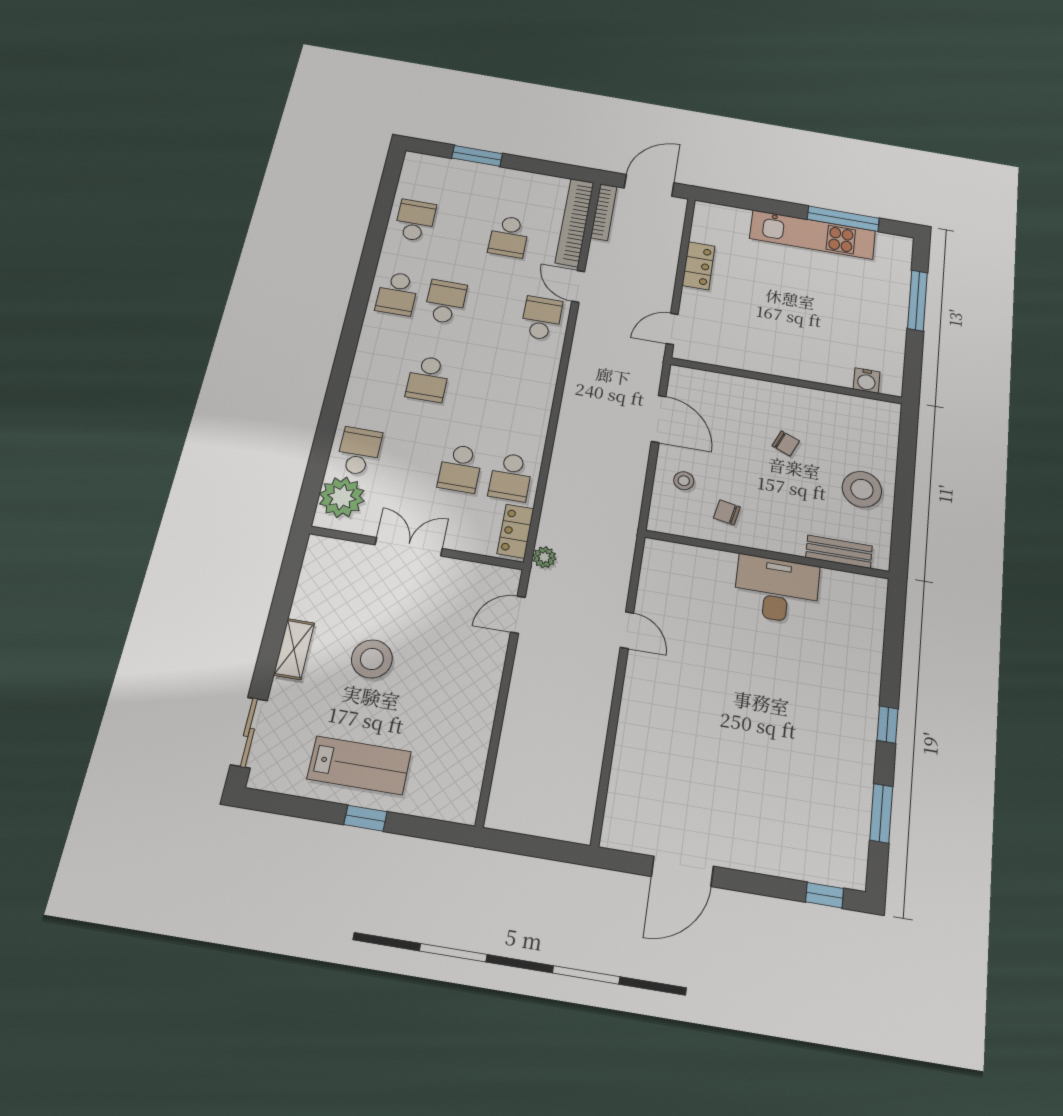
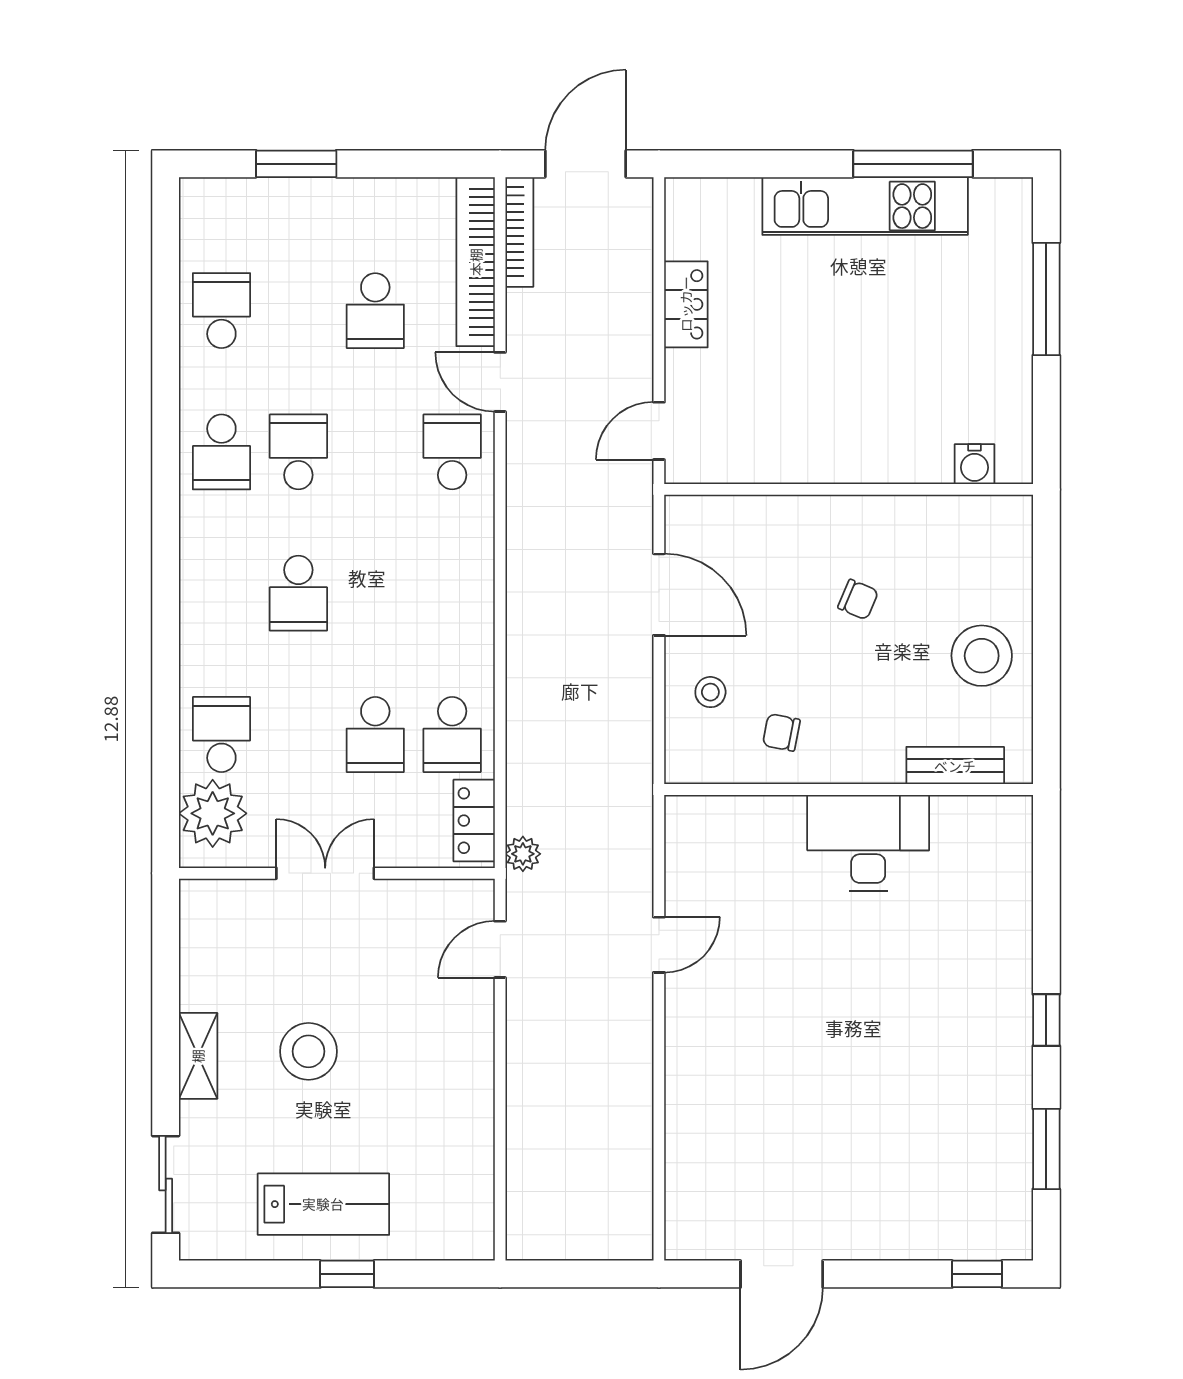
door: (627, 630) -> (659, 945), hinge flipped

